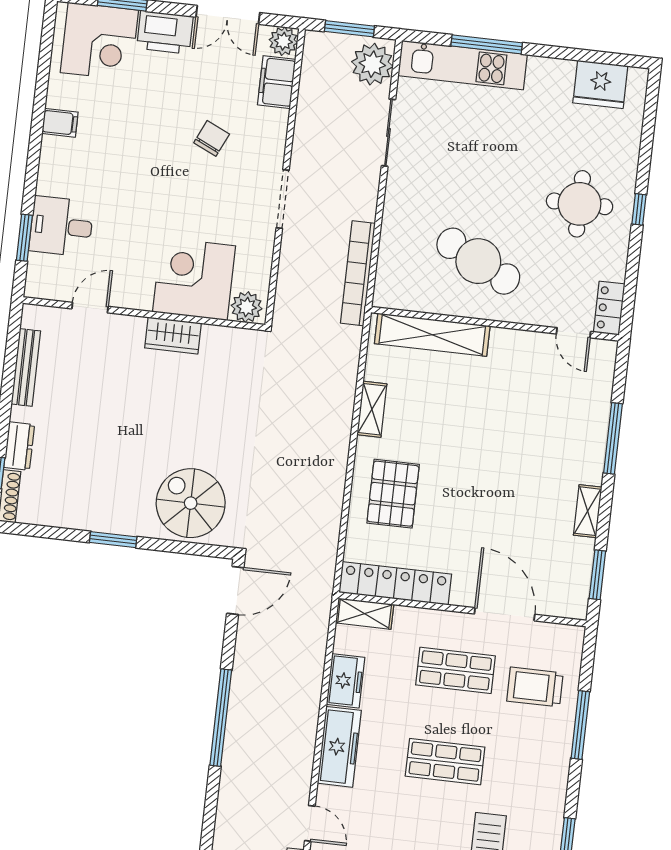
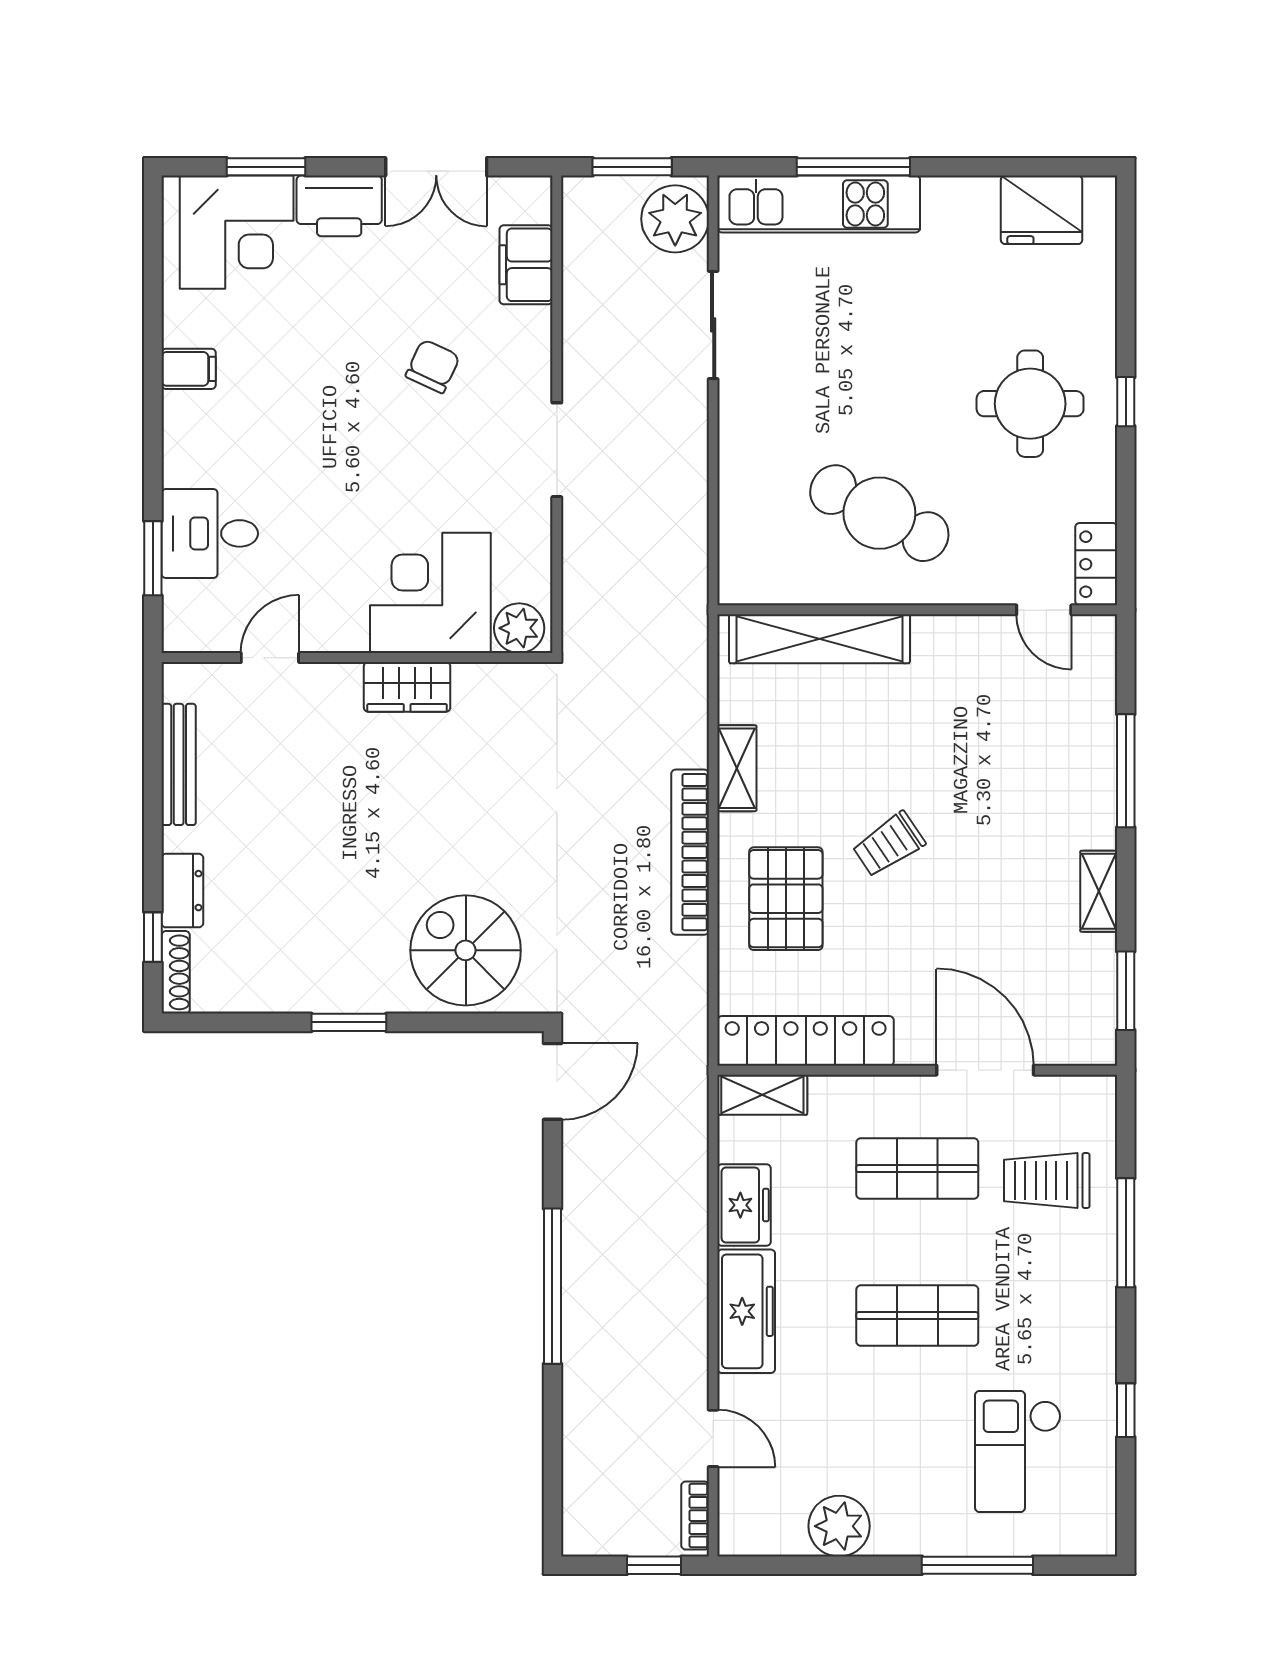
plant: (283, 41) -> (529, 199), removed
bookcase: (358, 273) -> (690, 852), moved
trolley: (461, 467) -> (889, 844), added

